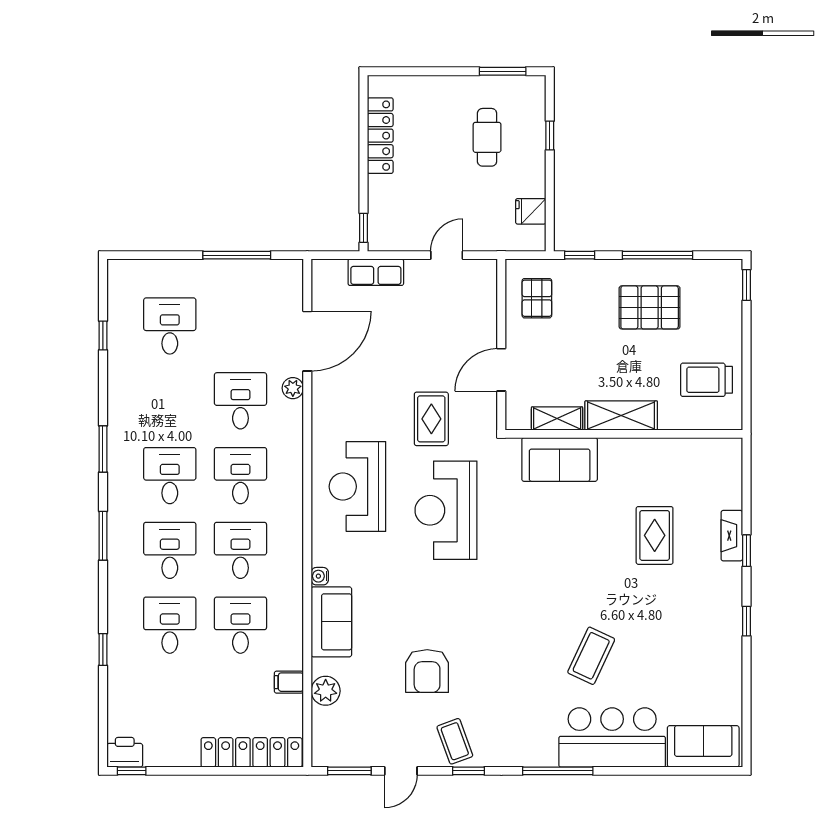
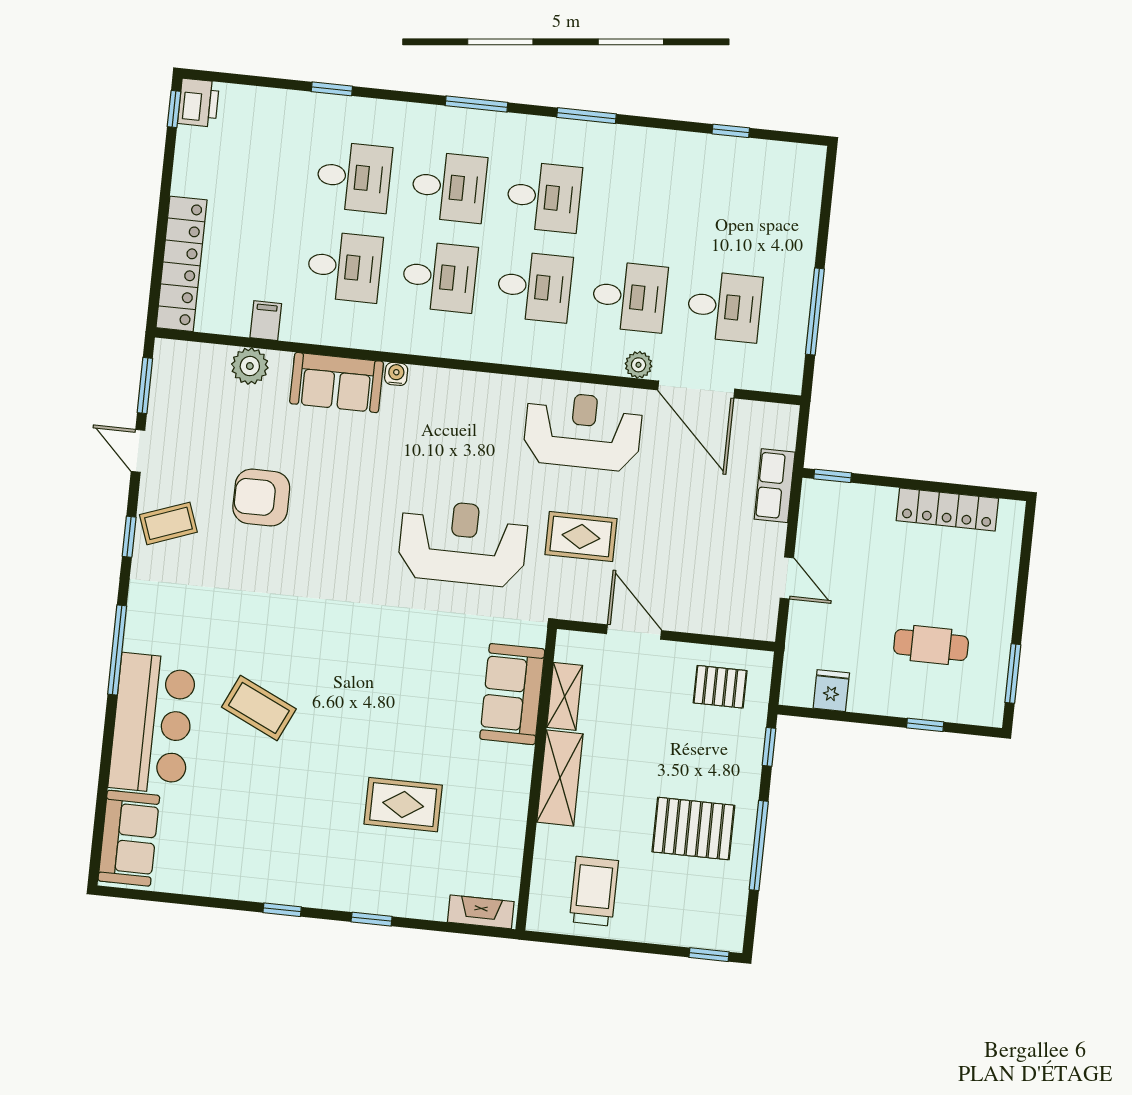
pallet: (650, 307) -> (693, 829), turned 90
desk: (170, 326) -> (724, 307), moved
reception desk: (357, 487) -> (583, 431), moved
fireplace: (732, 536) -> (481, 912), moved

